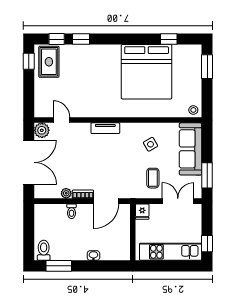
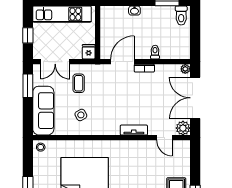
tv unit: (105, 128) -> (134, 130), moved
plant: (66, 193) -> (185, 69), moved
window: (207, 244) -> (28, 35), moved

